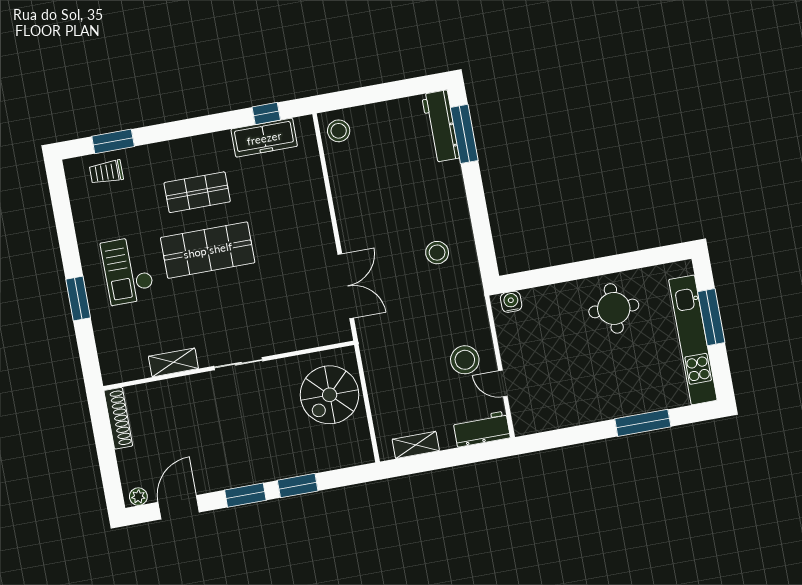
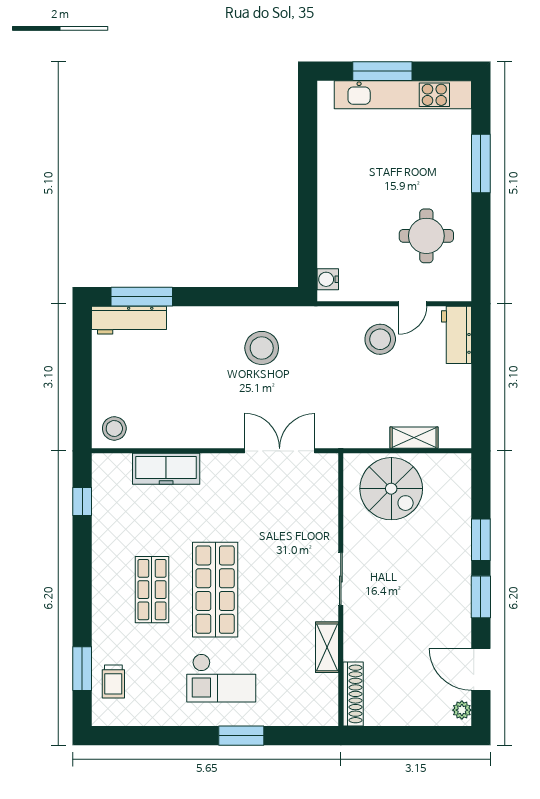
freezer: (264, 138) -> (166, 469), moved, turned 90
stool: (437, 253) -> (262, 348), width x1.38, depth x1.38
round table: (614, 308) -> (426, 236), moved
shoe rack: (118, 418) -> (353, 694), moved, turned 90
shelving: (416, 445) -> (414, 438), moved, turned 90

